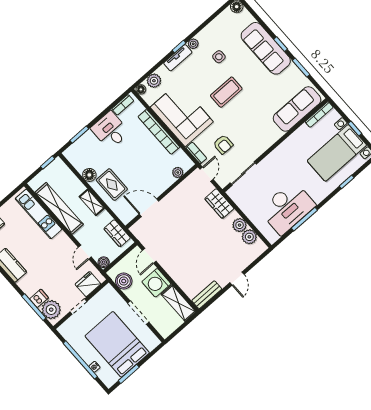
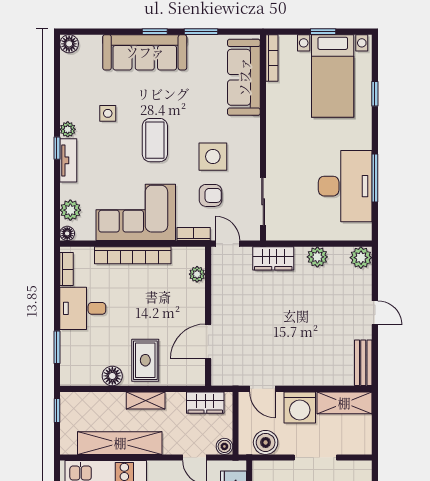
side table: (244, 128) -> (213, 157), added
rug: (112, 185) -> (145, 360), turned 90
plant: (249, 237) -> (361, 258), moved

